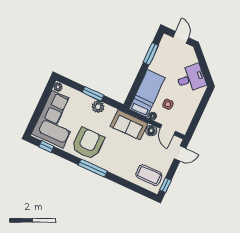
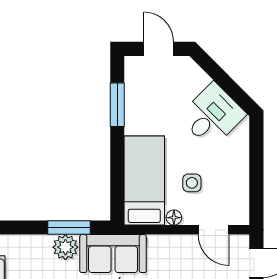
window: (93, 94) -> (69, 228), moved
sofa: (129, 125) -> (113, 254), moved
floor lamp: (151, 131) -> (184, 245), removed

